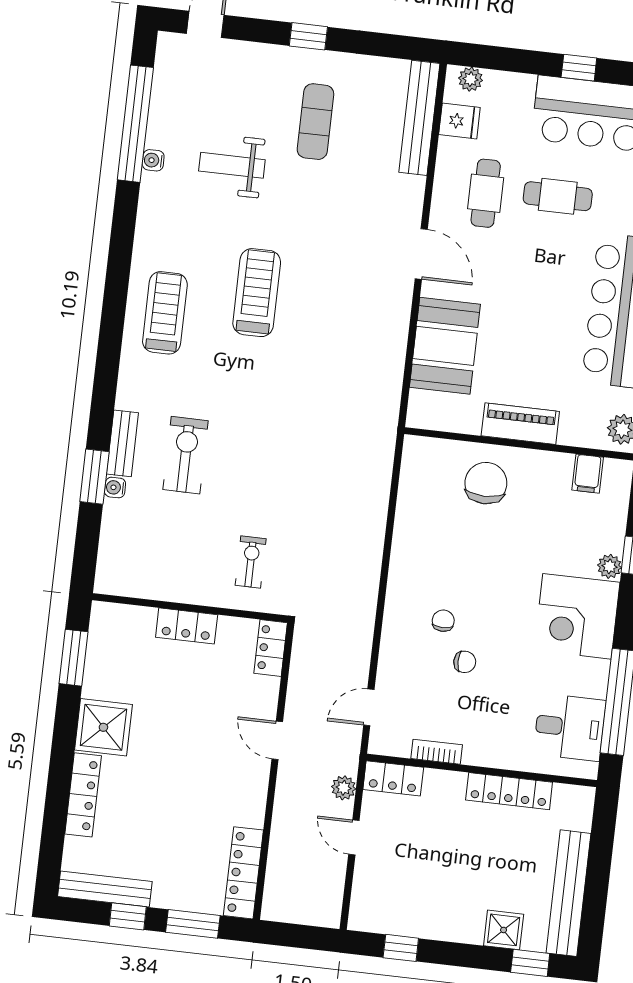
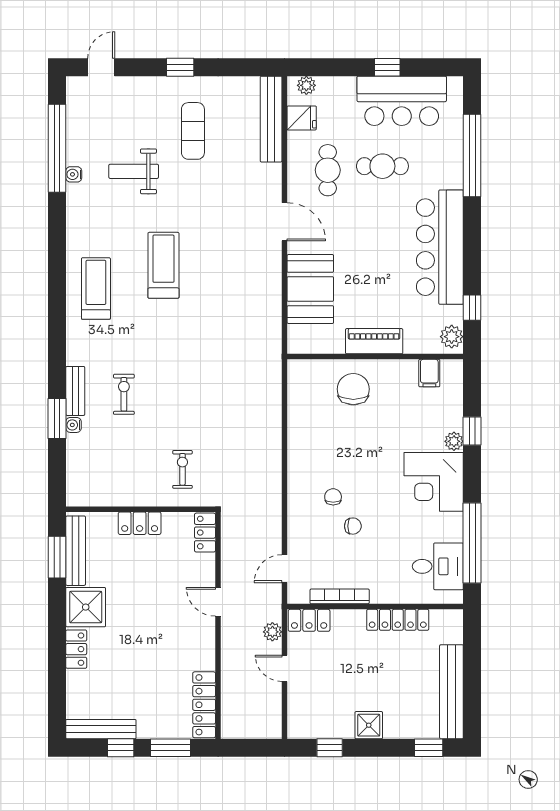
exercise bike: (185, 455) -> (124, 394), width x0.73, depth x0.72
bench: (99, 652) -> (76, 551), added
bookcase: (437, 752) -> (340, 596), width x1.56
locker: (83, 795) -> (76, 649), width x0.66
shower: (504, 930) -> (369, 725), moved

